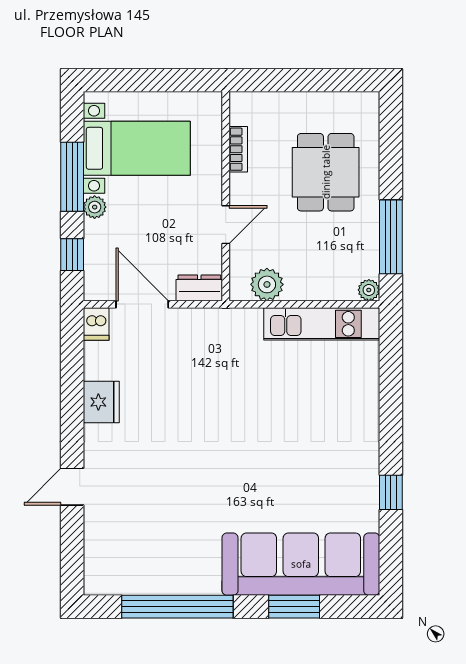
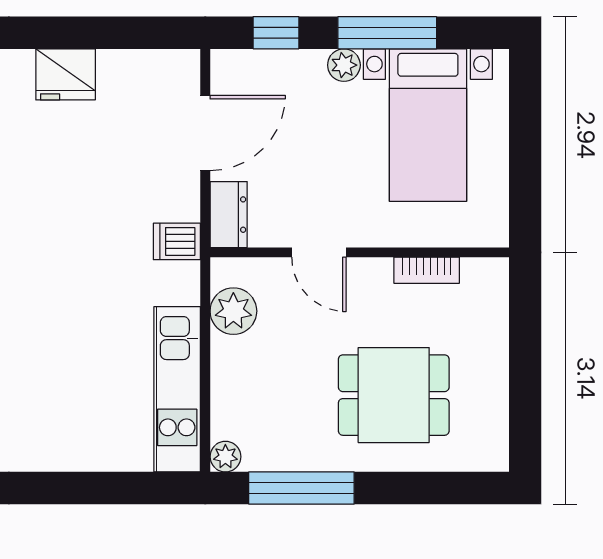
dishwasher: (96, 324) -> (177, 241), moved

